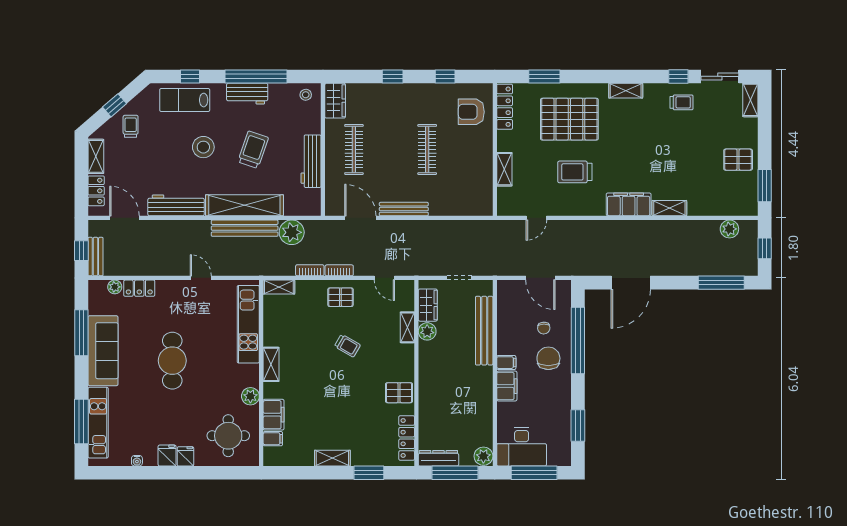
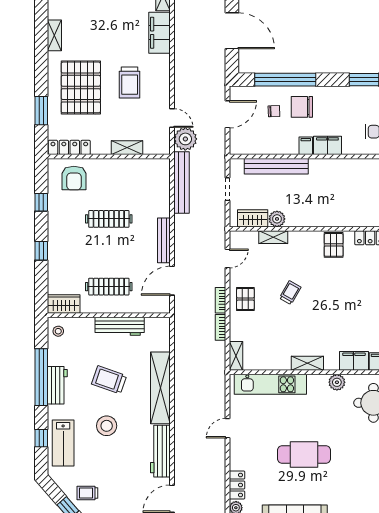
bench: (245, 228) -> (182, 182), moved
plant: (292, 232) -> (185, 139), moved

